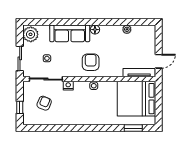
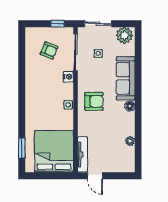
window: (20, 107) -> (58, 24), moved

